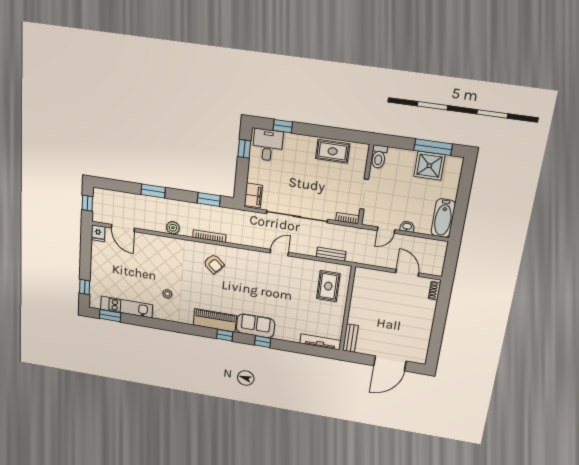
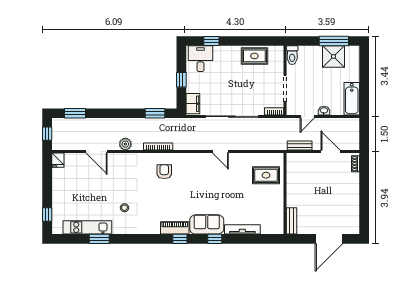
window: (244, 149) -> (181, 80), moved
window: (153, 191) -> (75, 113), moved
door: (123, 228) -> (97, 152), moved
door: (279, 253) -> (220, 152), swing flipped
bench: (331, 254) -> (300, 146), moved
armchair: (214, 264) -> (164, 172), turned -132
rug: (328, 286) -> (266, 175), turned 90
window: (110, 316) -> (99, 239), moved
piano: (215, 320) -> (175, 228), width x0.73, depth x0.75
tv unit: (320, 342) -> (242, 229), moved

